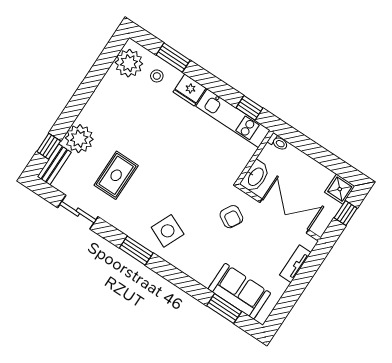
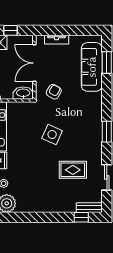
plant: (79, 139) -> (66, 203), removed
side table: (168, 231) -> (52, 134), moved
sofa: (239, 291) -> (92, 67), width x1.36

